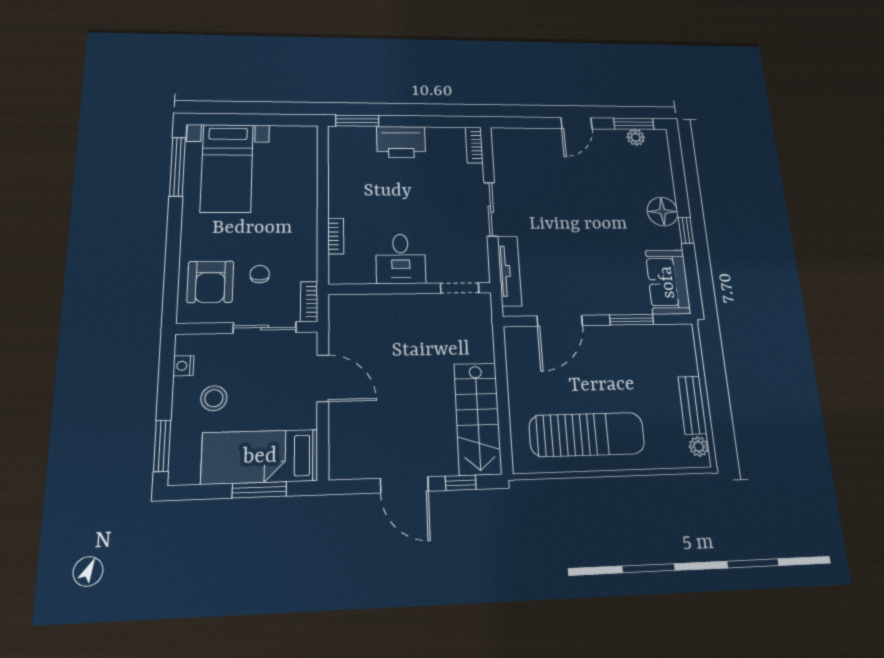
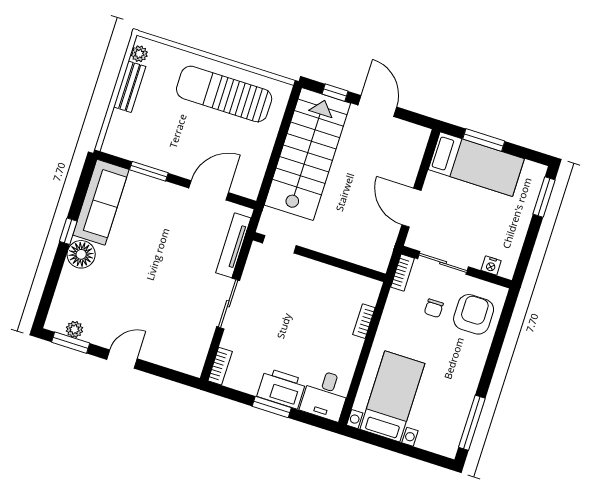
window: (357, 121) -> (272, 407), moved
bed with nightstands: (227, 168) -> (392, 396), moved
desk: (401, 259) -> (325, 395), moved, turned 180
sofa: (668, 282) -> (101, 202), width x1.36
nightstand: (183, 366) -> (491, 266), moved, turned 90
stool: (214, 398) -> (497, 220), removed
stairs: (478, 418) -> (307, 154), width x1.36, depth x1.51

